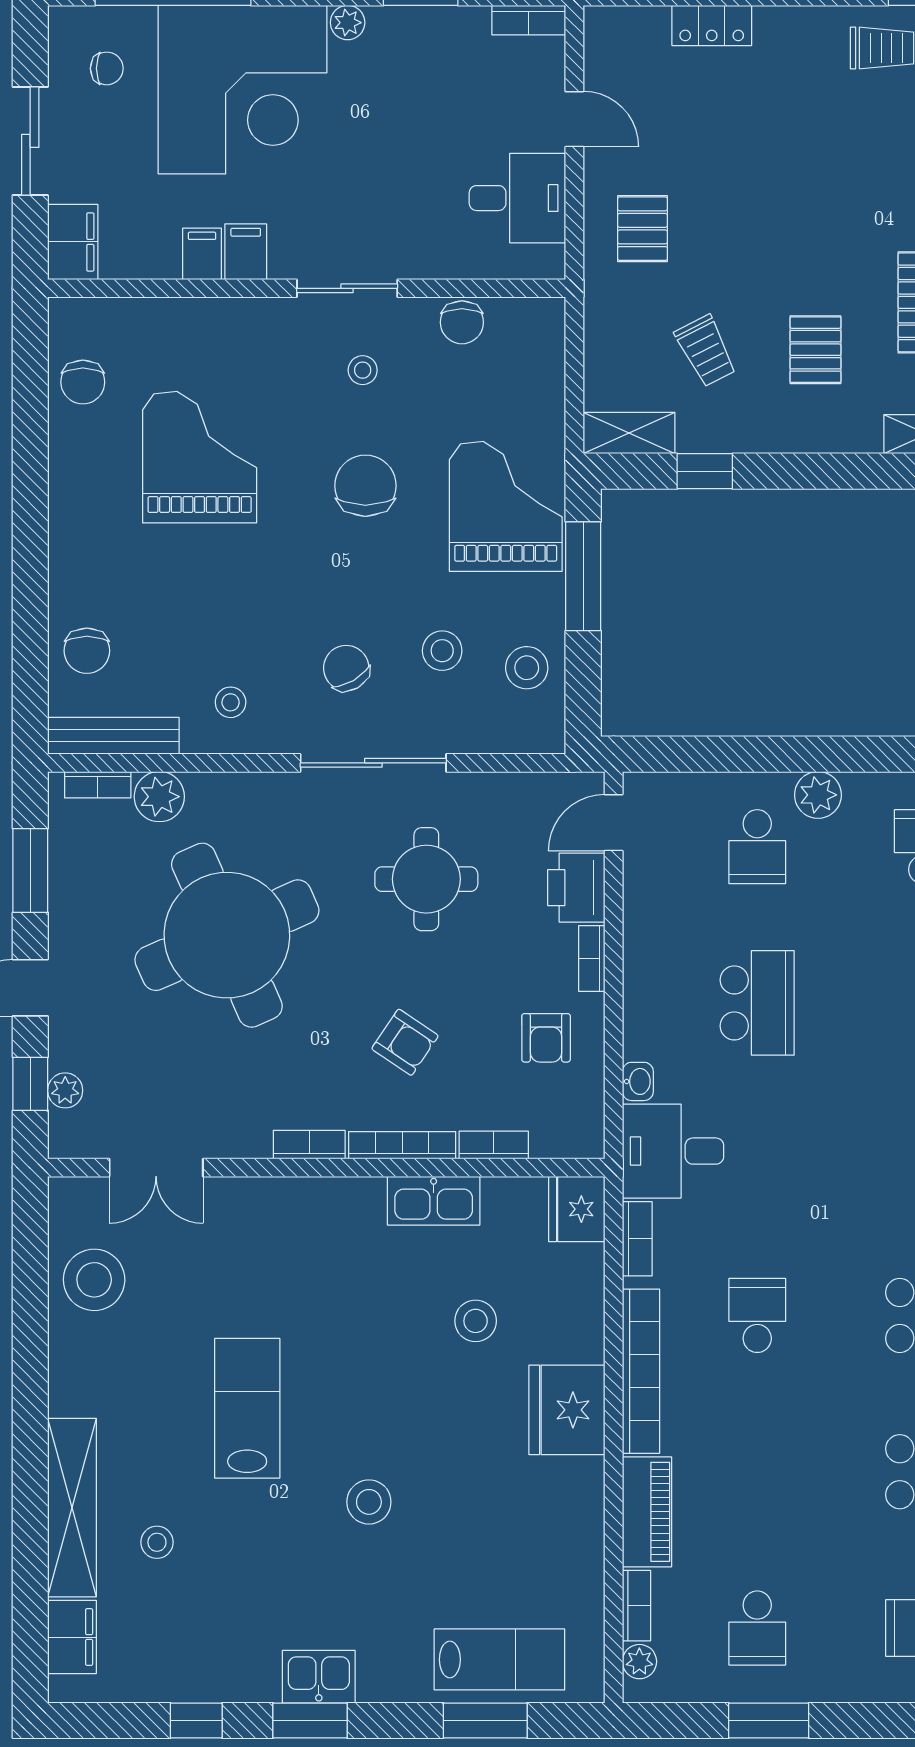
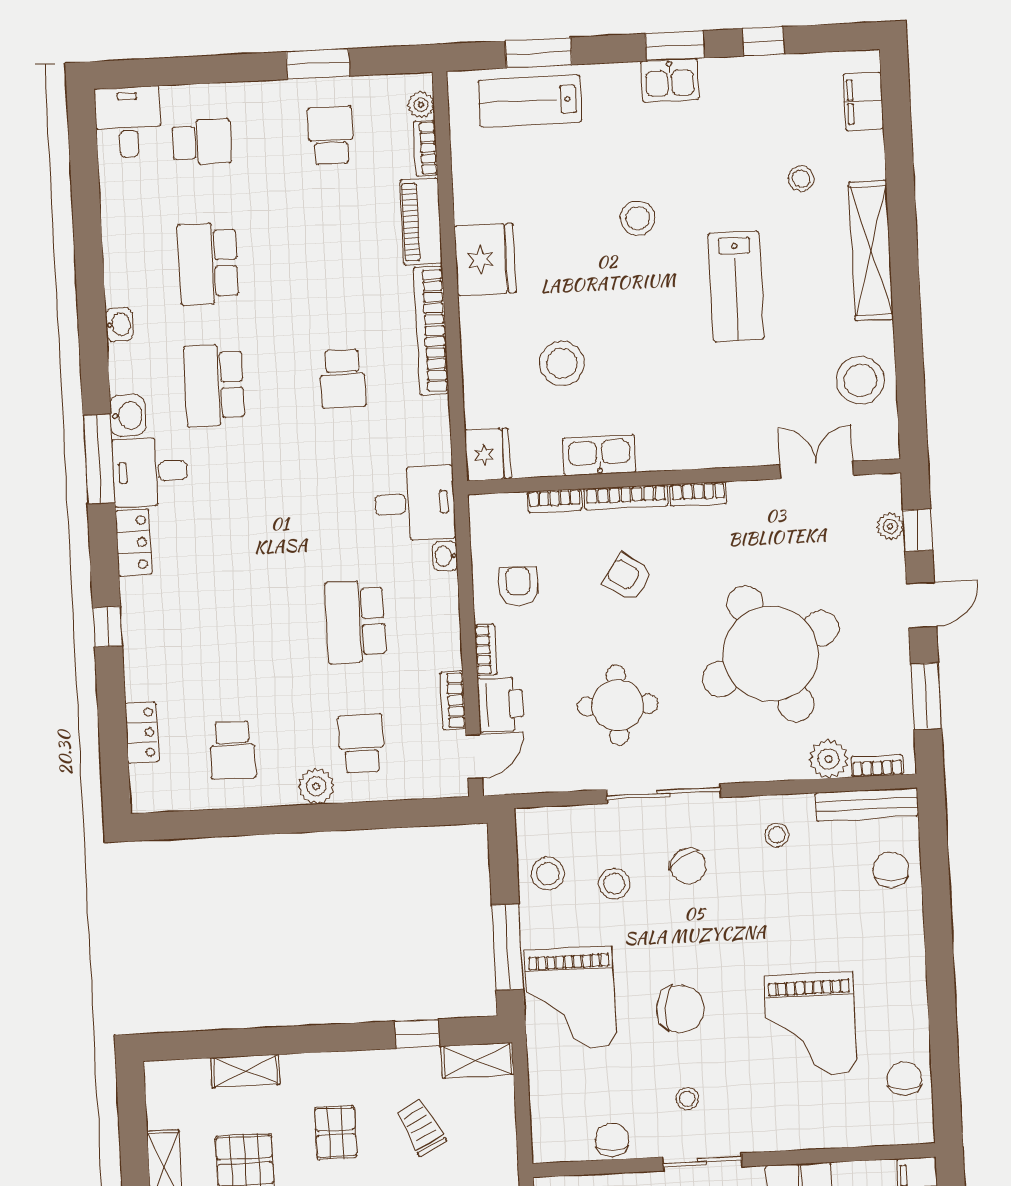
chair: (365, 486) -> (680, 1009), turned -83
bookcase: (637, 1239) -> (453, 700), moved
stool: (476, 1321) -> (562, 363), width x1.38, depth x1.38
fridge: (567, 1410) -> (485, 259), moved
shelving: (72, 1508) -> (871, 250), moved

